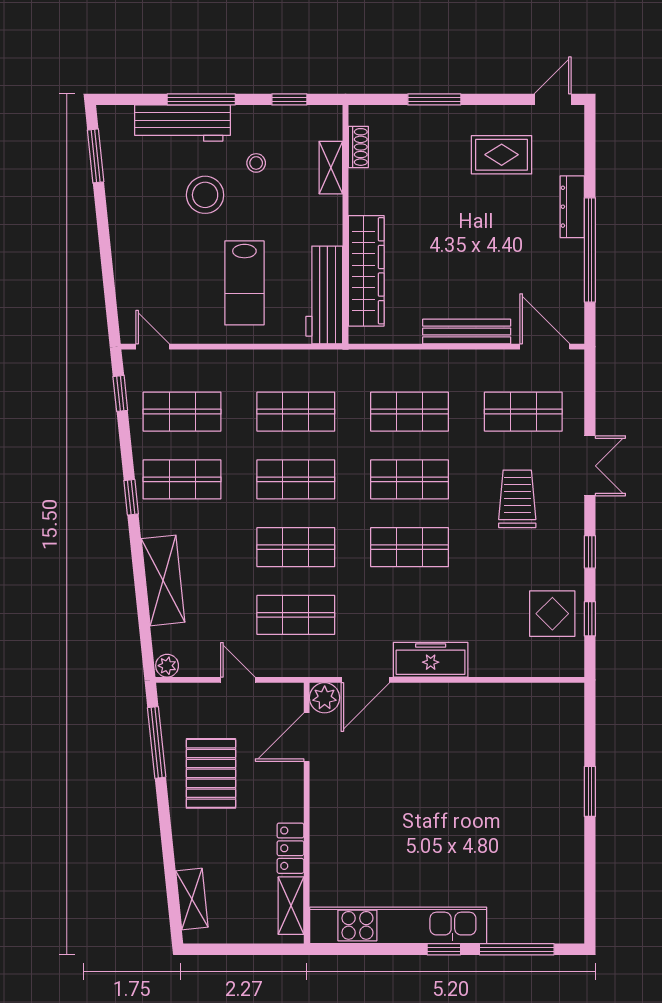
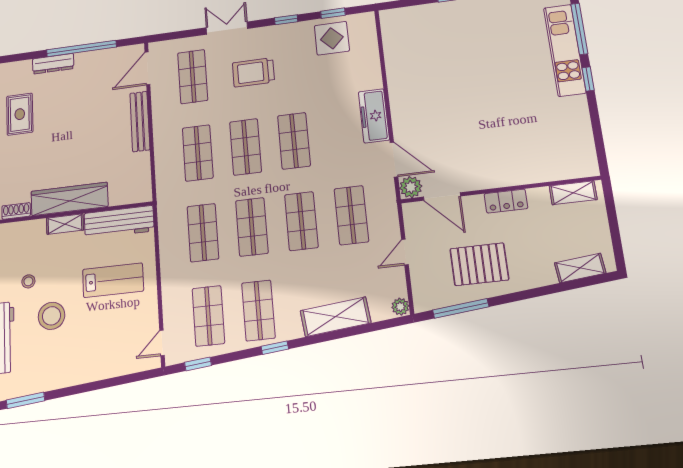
shelving: (331, 168) -> (65, 224), moved
wardrobe: (366, 271) -> (69, 199), moved
locker: (290, 848) -> (506, 201), moved
kitchen unit: (398, 925) -> (565, 50), moved, width x0.73

